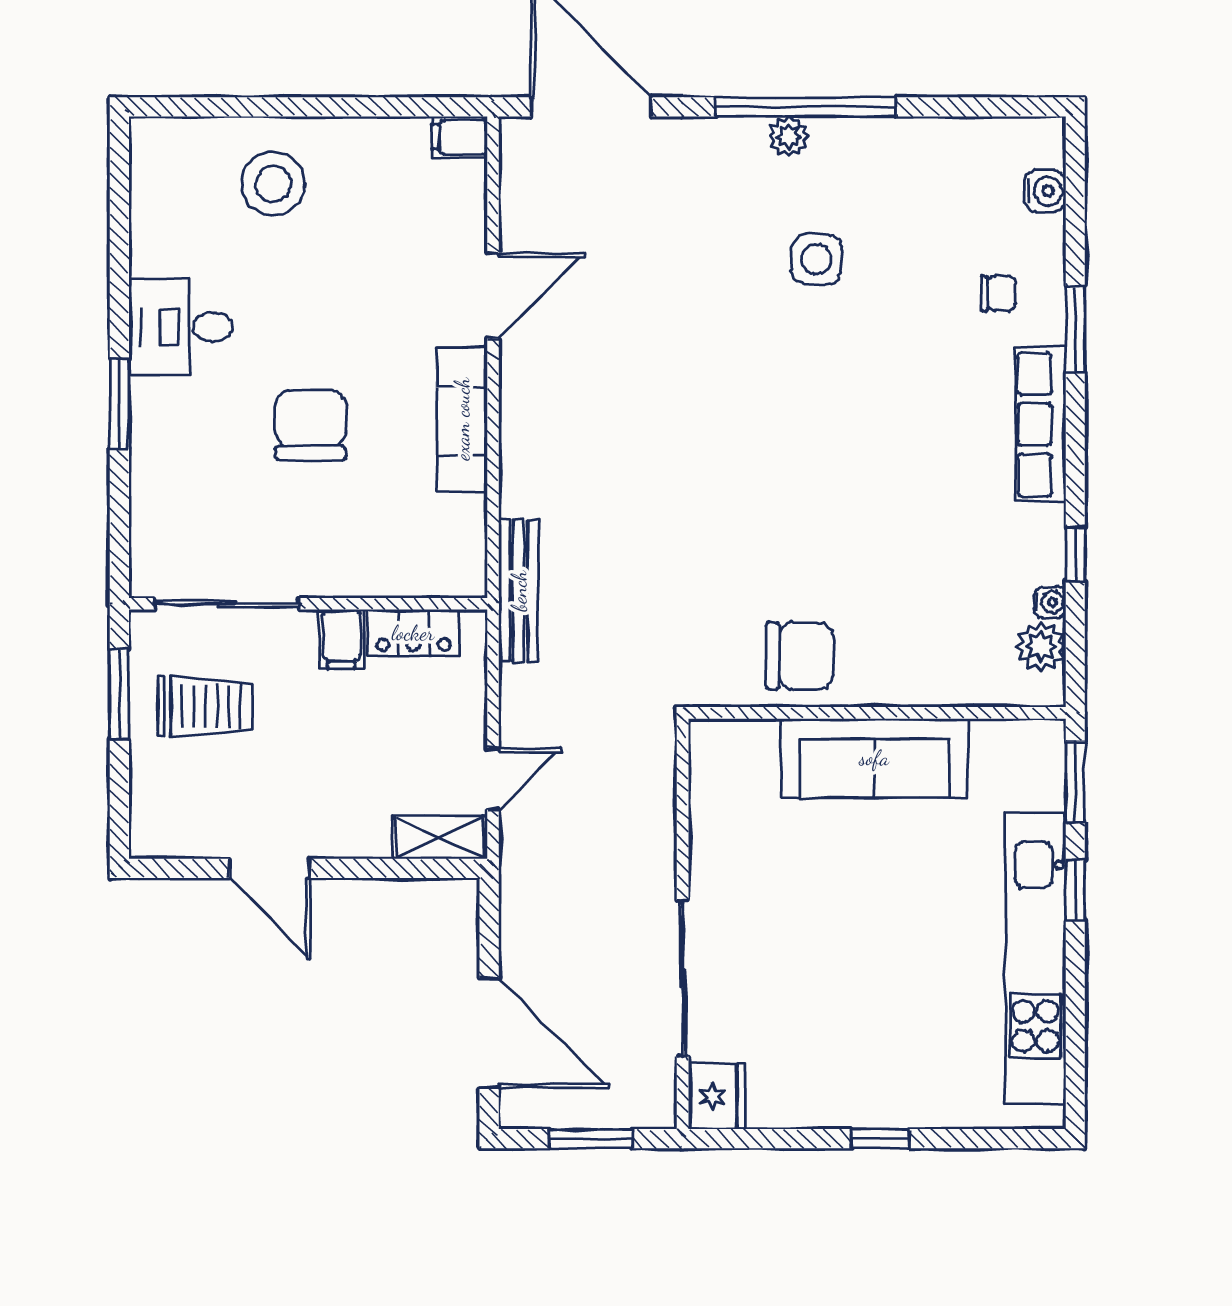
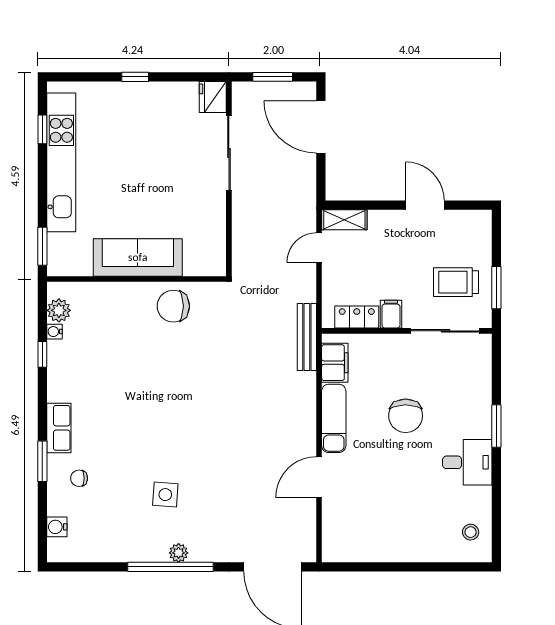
filing cabinet: (460, 137) -> (335, 363), moved, width x2.00
stool: (273, 184) -> (471, 532), moved, width x0.53, depth x0.53
row of seats: (1041, 424) -> (59, 428), width x0.68
window: (1075, 890) -> (42, 129), moved

